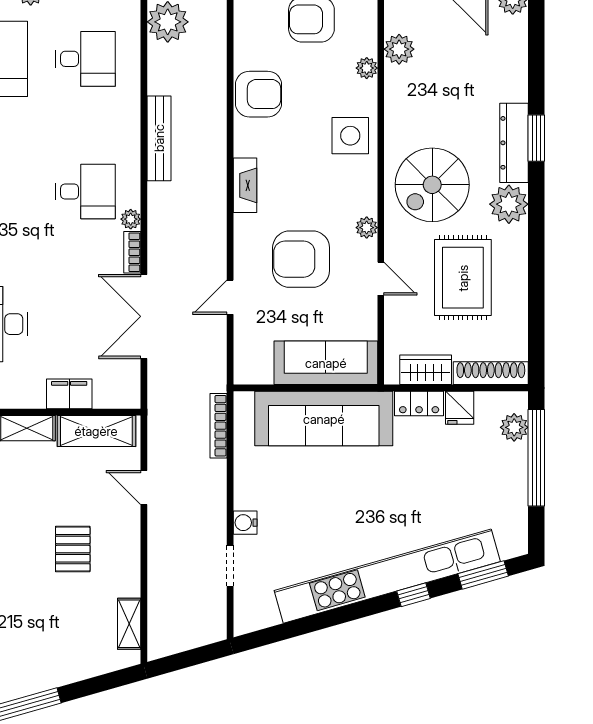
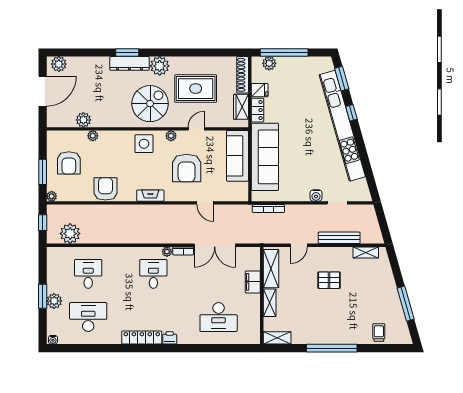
side table: (350, 136) -> (144, 144), moved
bench: (159, 138) -> (339, 238), moved
spiral stairs: (432, 185) -> (150, 104), turned -90

